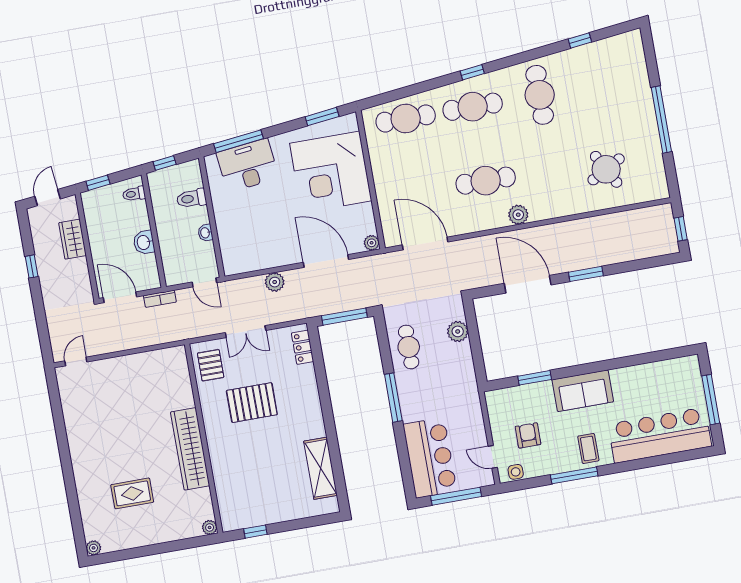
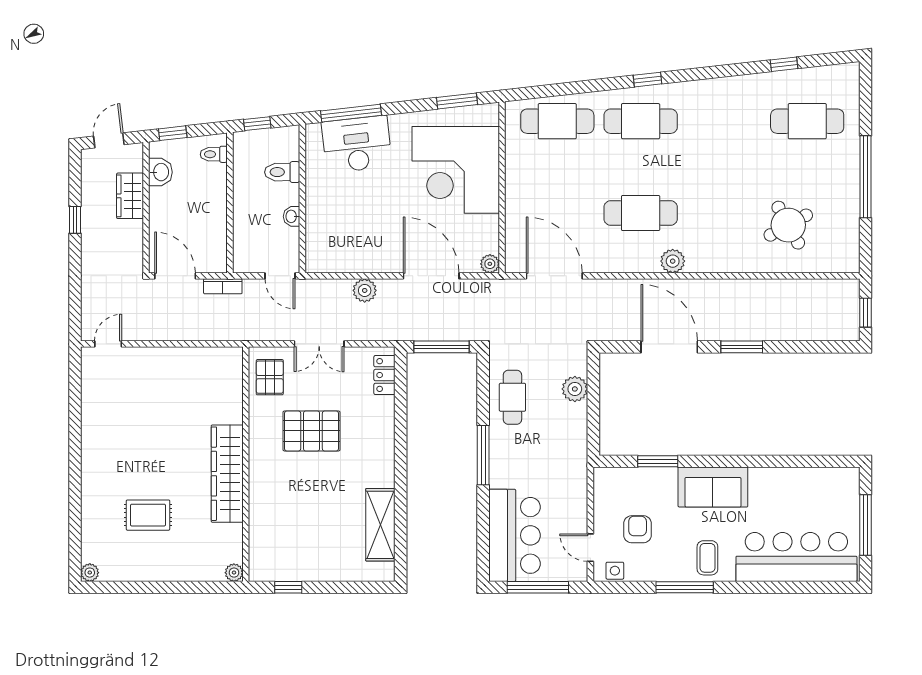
cafe table: (540, 95) -> (807, 121), moved, turned 90
washbasin: (144, 242) -> (160, 172), moved, turned 180

